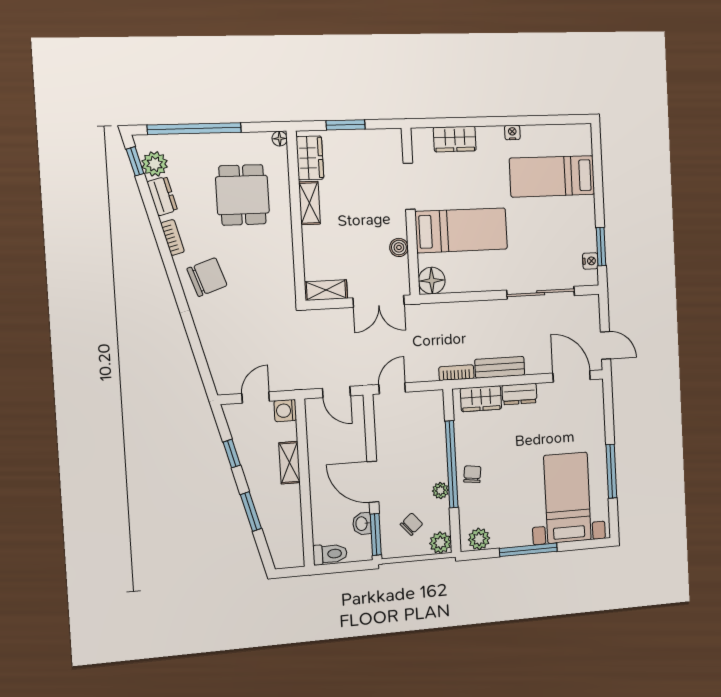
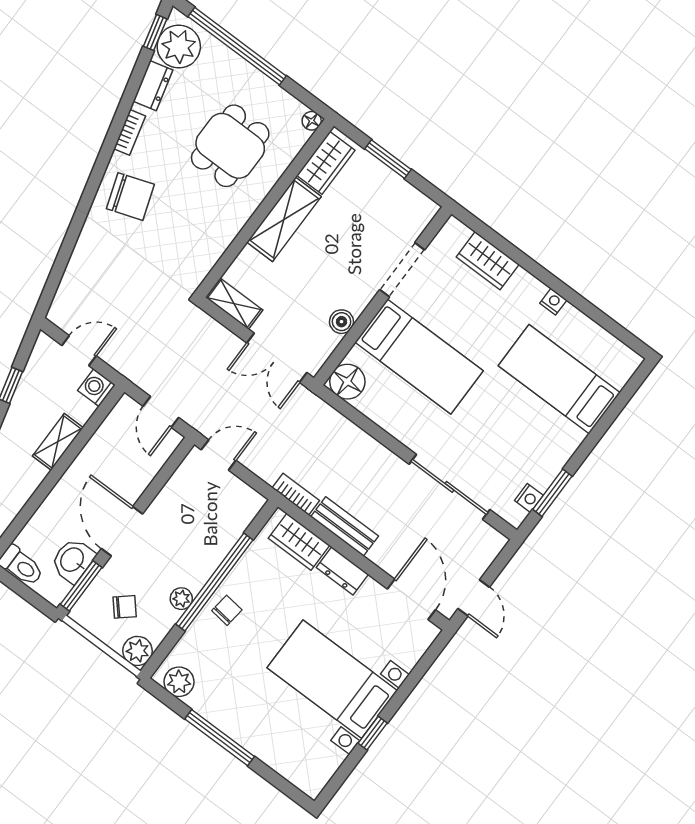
plant: (155, 164) -> (179, 46), width x1.36, depth x1.36
shelving: (309, 203) -> (284, 219), width x1.50, depth x1.33
window: (611, 471) -> (373, 733), width x0.46
bed with nightstands: (567, 498) -> (332, 679), moved, turned -90
washbasin: (362, 524) -> (73, 560), width x1.38, depth x1.45

